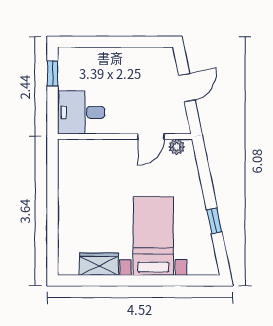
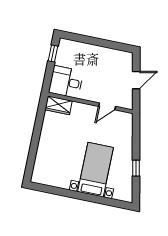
plant: (177, 147) -> (122, 116), removed
wardrobe: (99, 264) -> (58, 105), moved, turned 180

